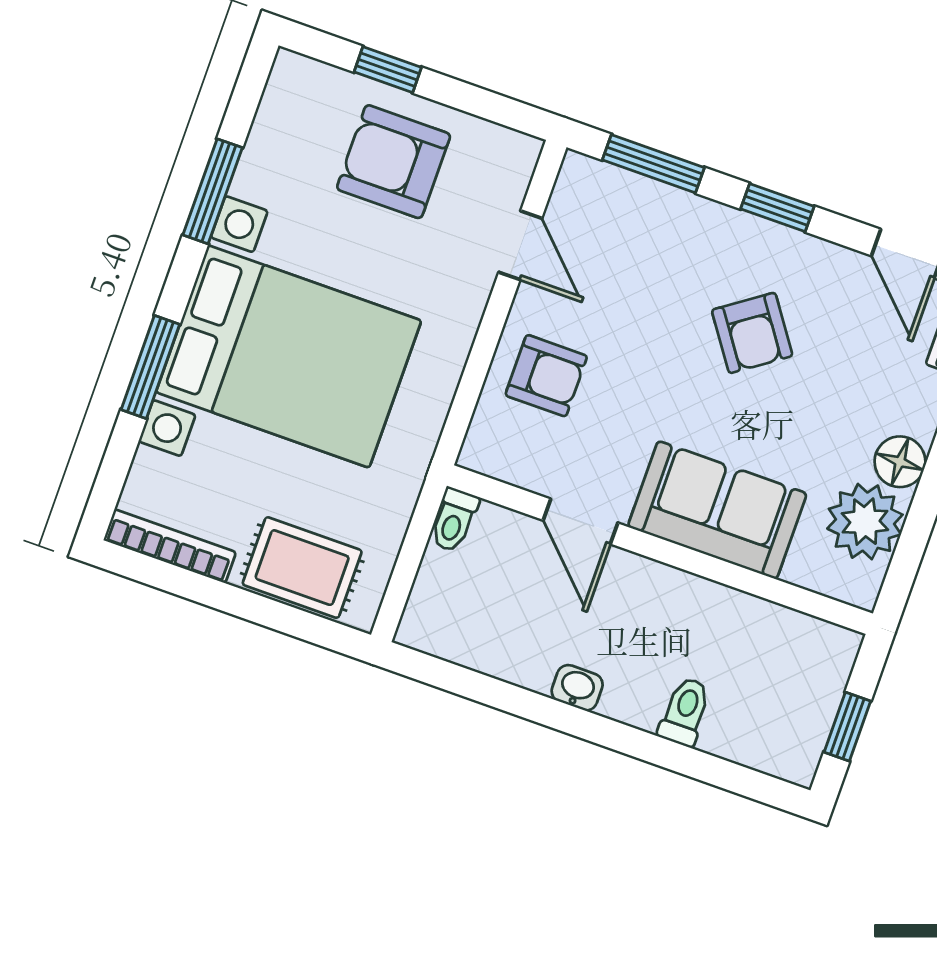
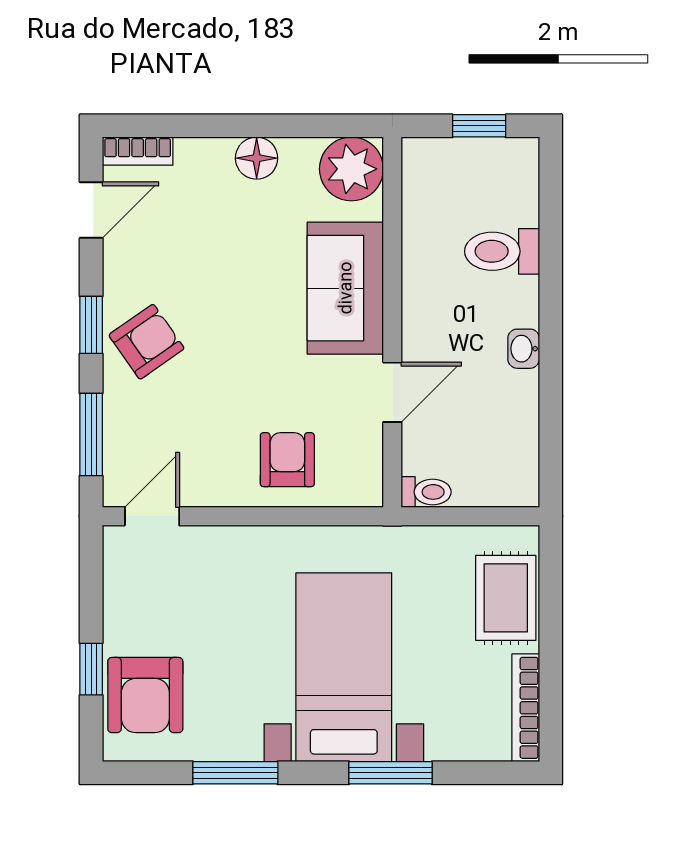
armchair: (394, 162) -> (145, 695), moved
door: (520, 245) -> (152, 516), moved
armchair: (752, 333) -> (147, 342), moved
bed with nightstands: (289, 356) -> (344, 667), width x0.73
plant: (865, 522) -> (351, 169), moved
toilet: (685, 712) -> (502, 251), width x1.37, depth x1.39

